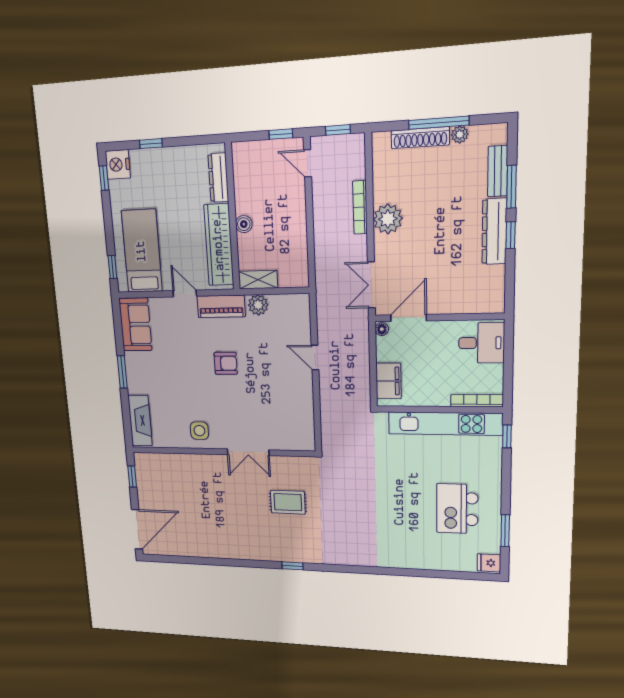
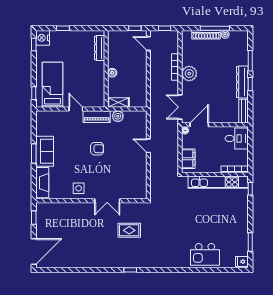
bench: (498, 171) -> (243, 111), moved
wardrobe: (219, 245) -> (98, 83), removed
sofa: (135, 325) -> (45, 151), moved
kitchen island: (457, 509) -> (205, 254), moved, turned -90

